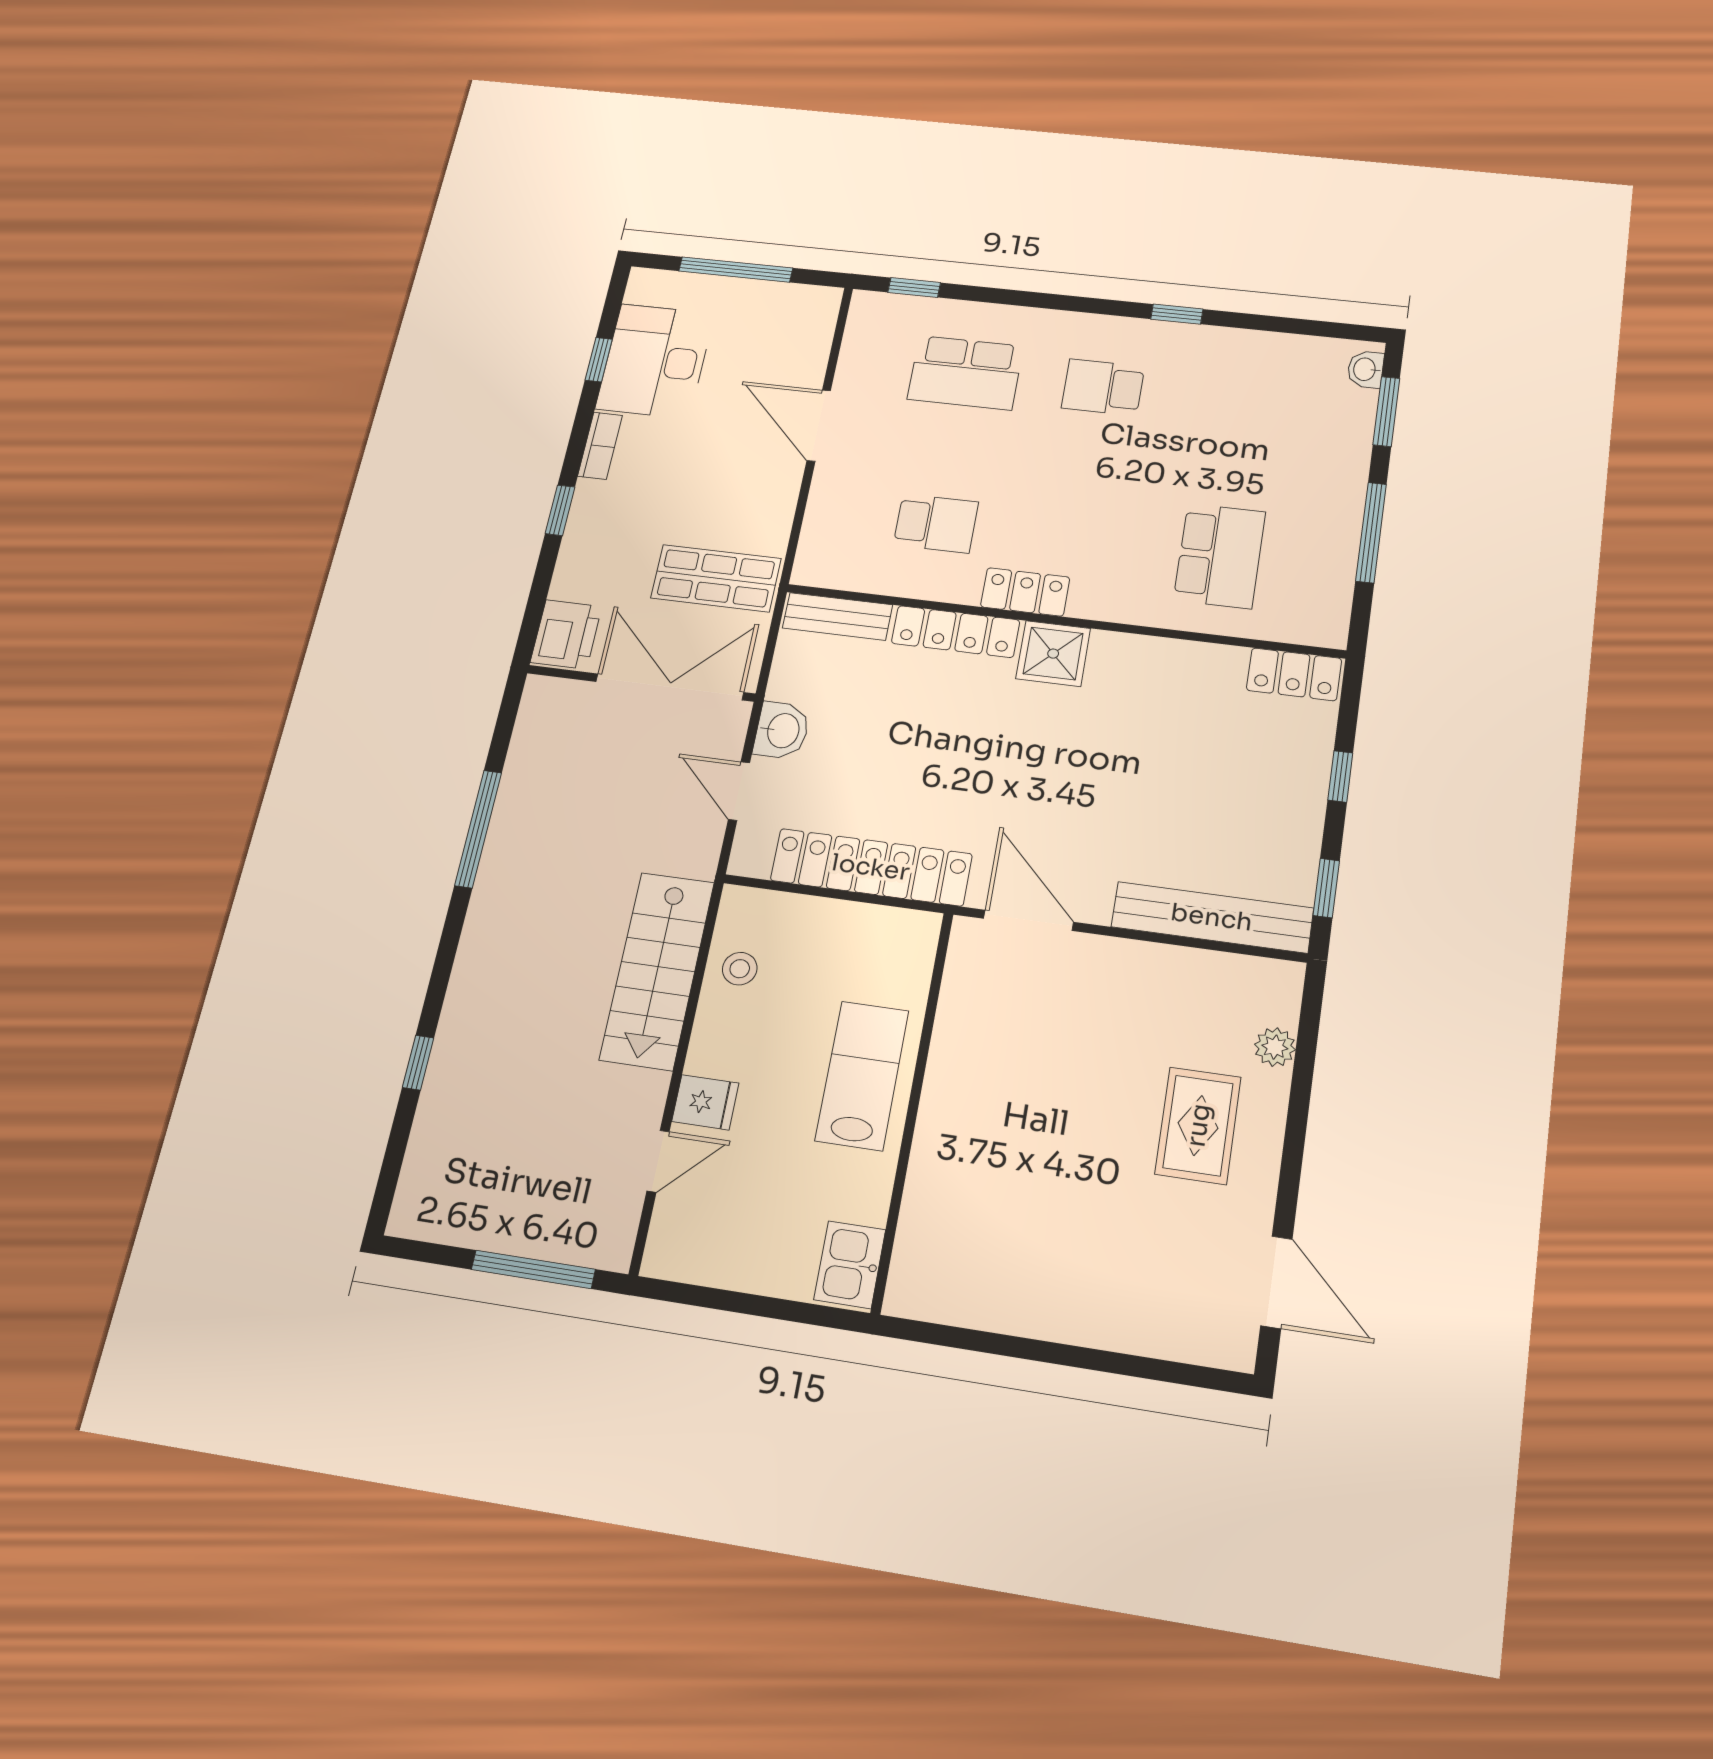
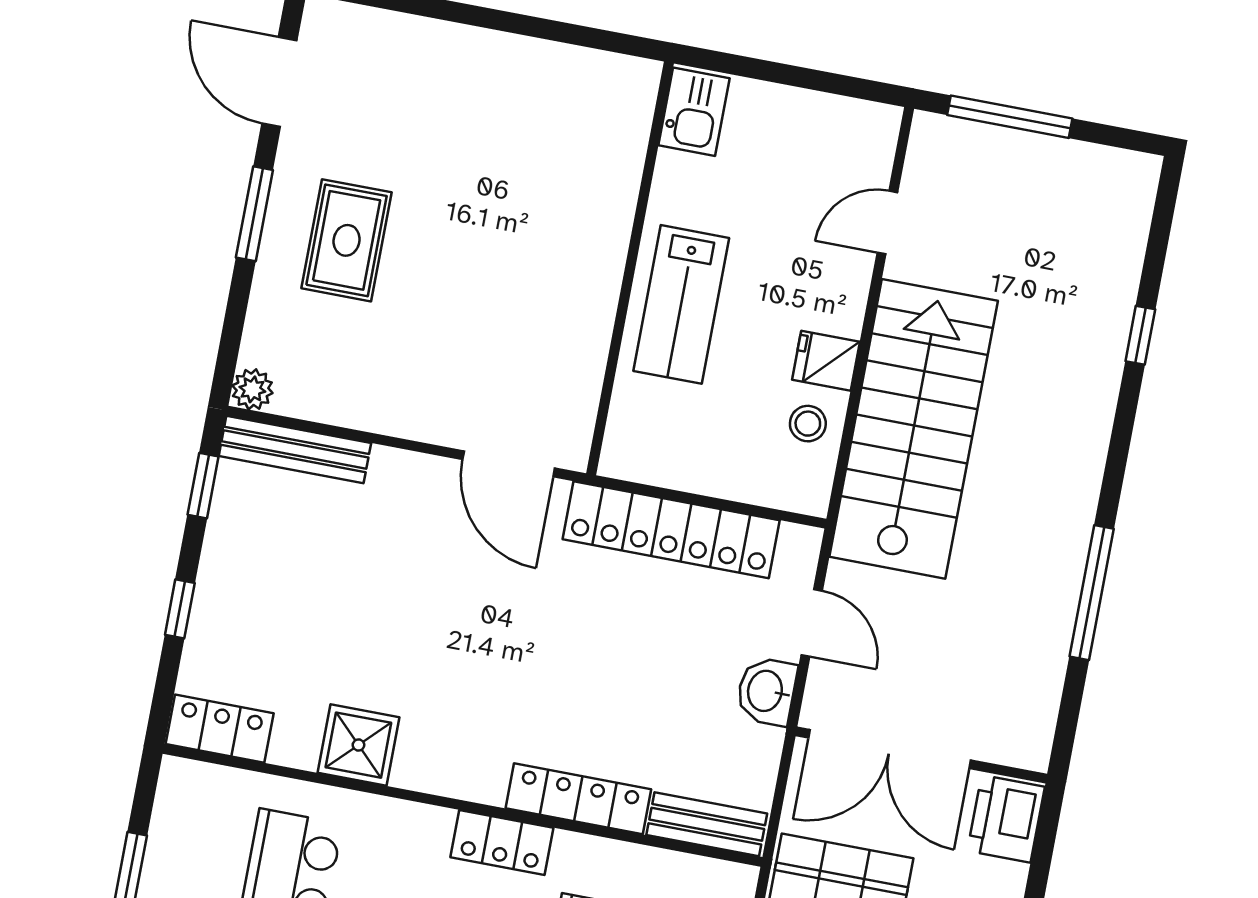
shower: (1053, 654) -> (358, 745), moved
bench: (1212, 917) -> (295, 449), width x0.73, depth x0.82
stairs: (657, 971) -> (914, 429), width x1.36, depth x1.51
plant: (1275, 1047) -> (252, 389), moved
fridge: (705, 1102) -> (826, 361), moved
window: (1293, 1148) -> (254, 214), added

